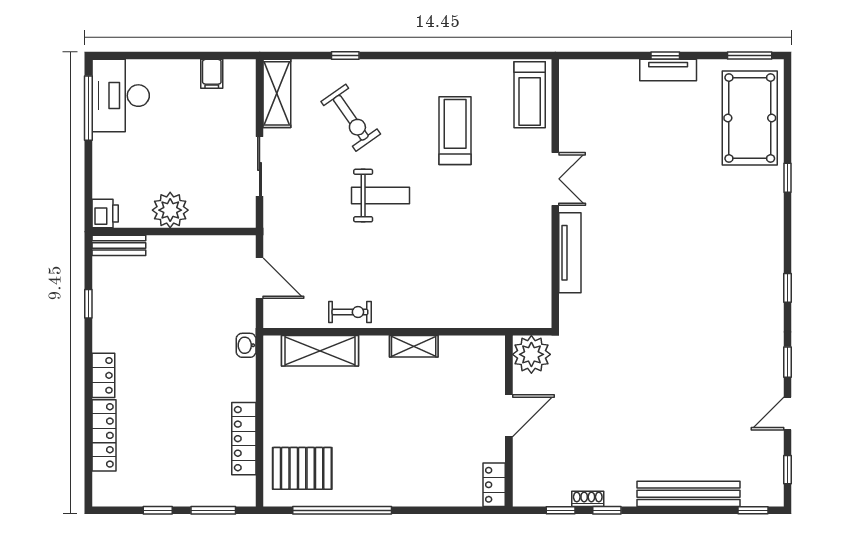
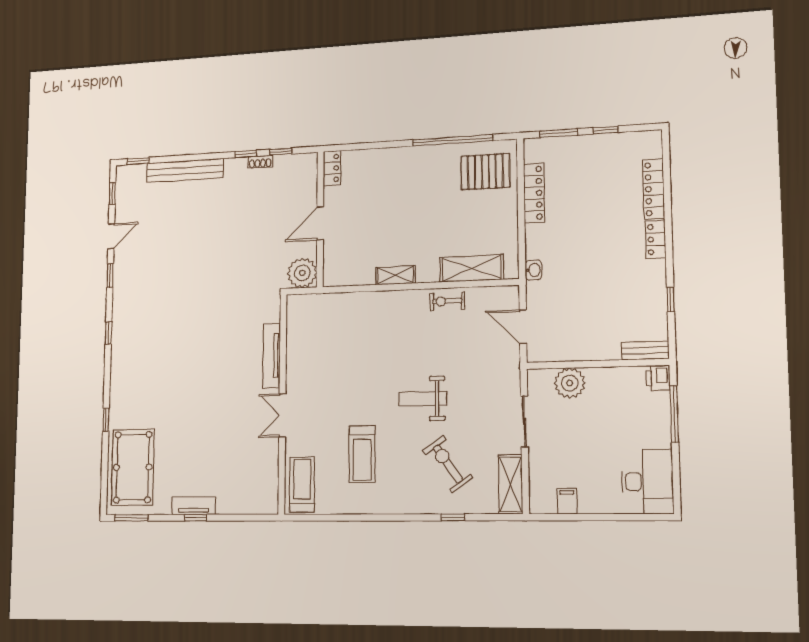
window: (88, 108) -> (674, 414), moved
plant: (170, 210) -> (570, 383), moved

